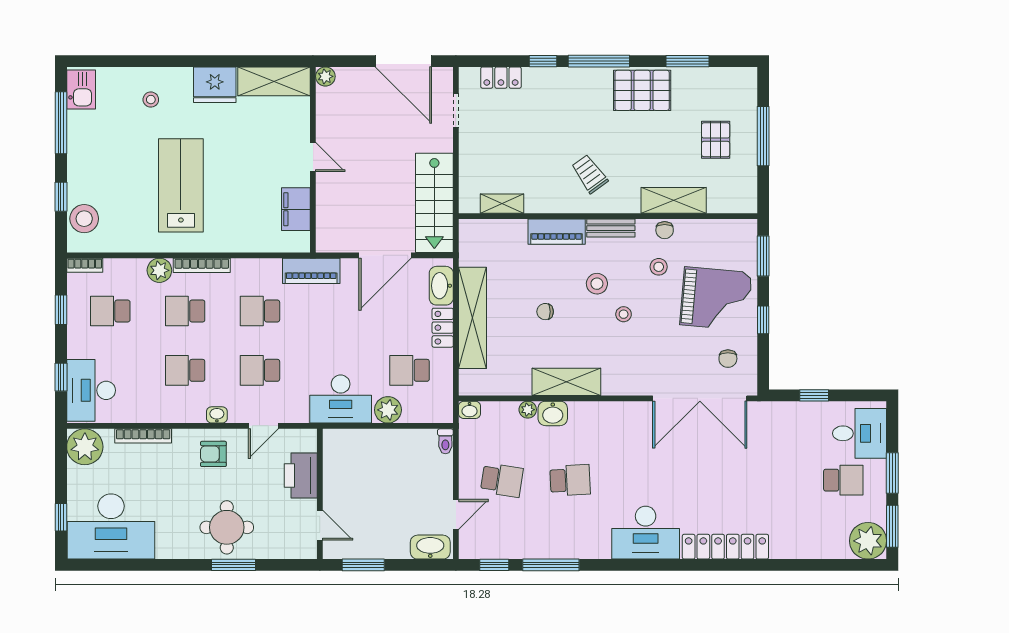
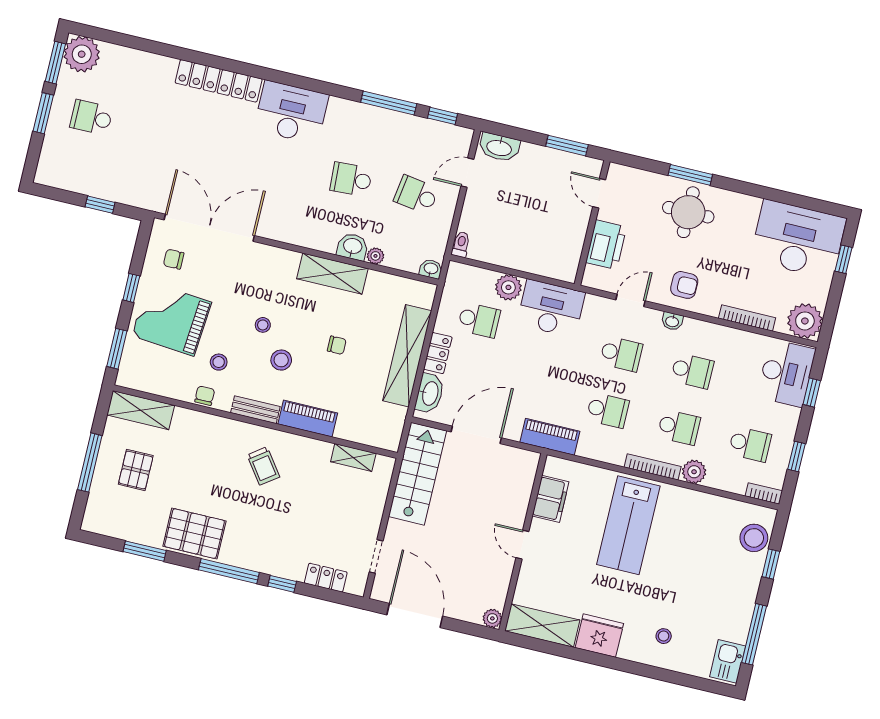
lab bench: (181, 185) -> (628, 525), moved
shelving: (674, 200) -> (141, 410), moved
chair: (728, 359) -> (174, 259), turned -90
desk: (860, 433) -> (65, 158), removed

